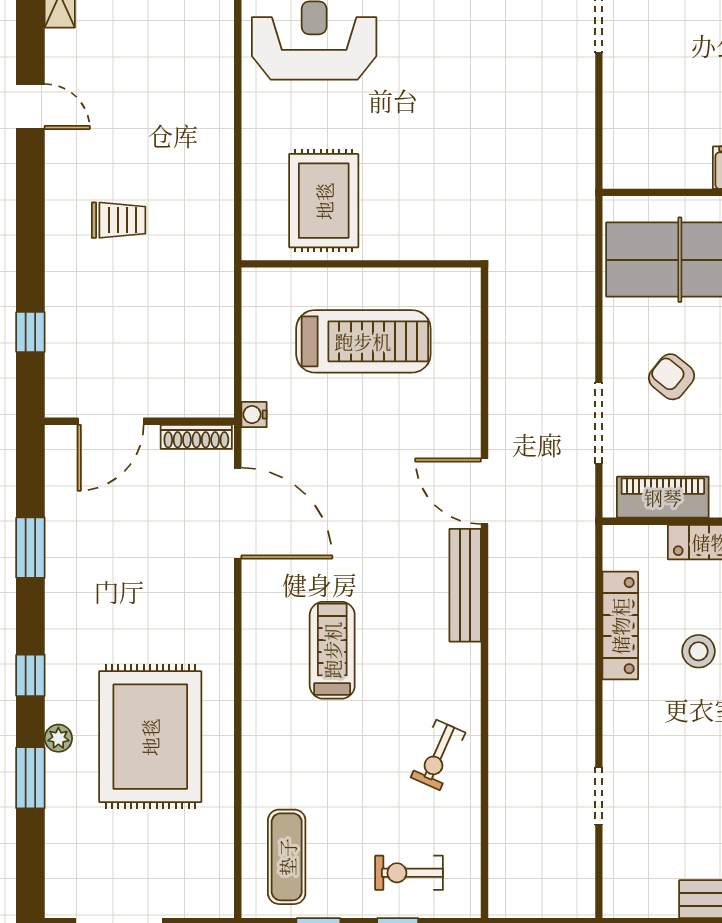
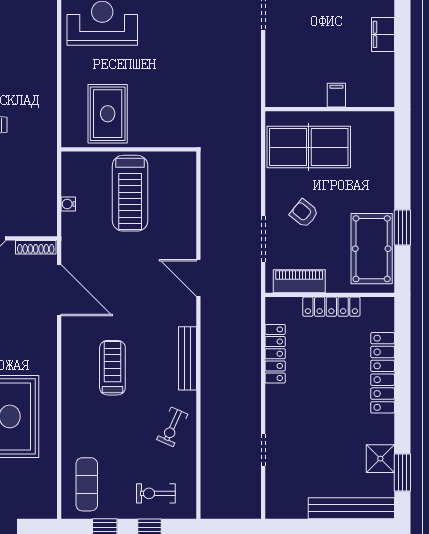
treadmill: (363, 341) -> (130, 193), turned 90
water cooler: (254, 415) -> (68, 204), moved
bench: (465, 585) -> (188, 358), moved
stool: (698, 651) -> (319, 368), removed

